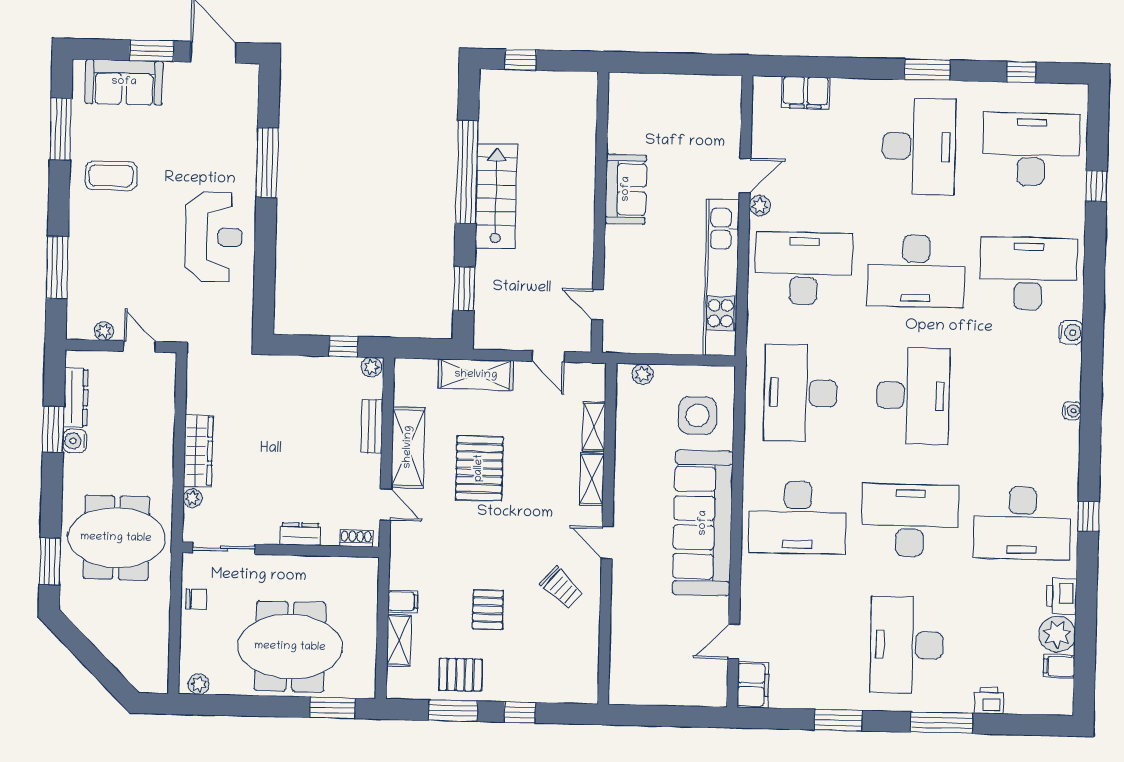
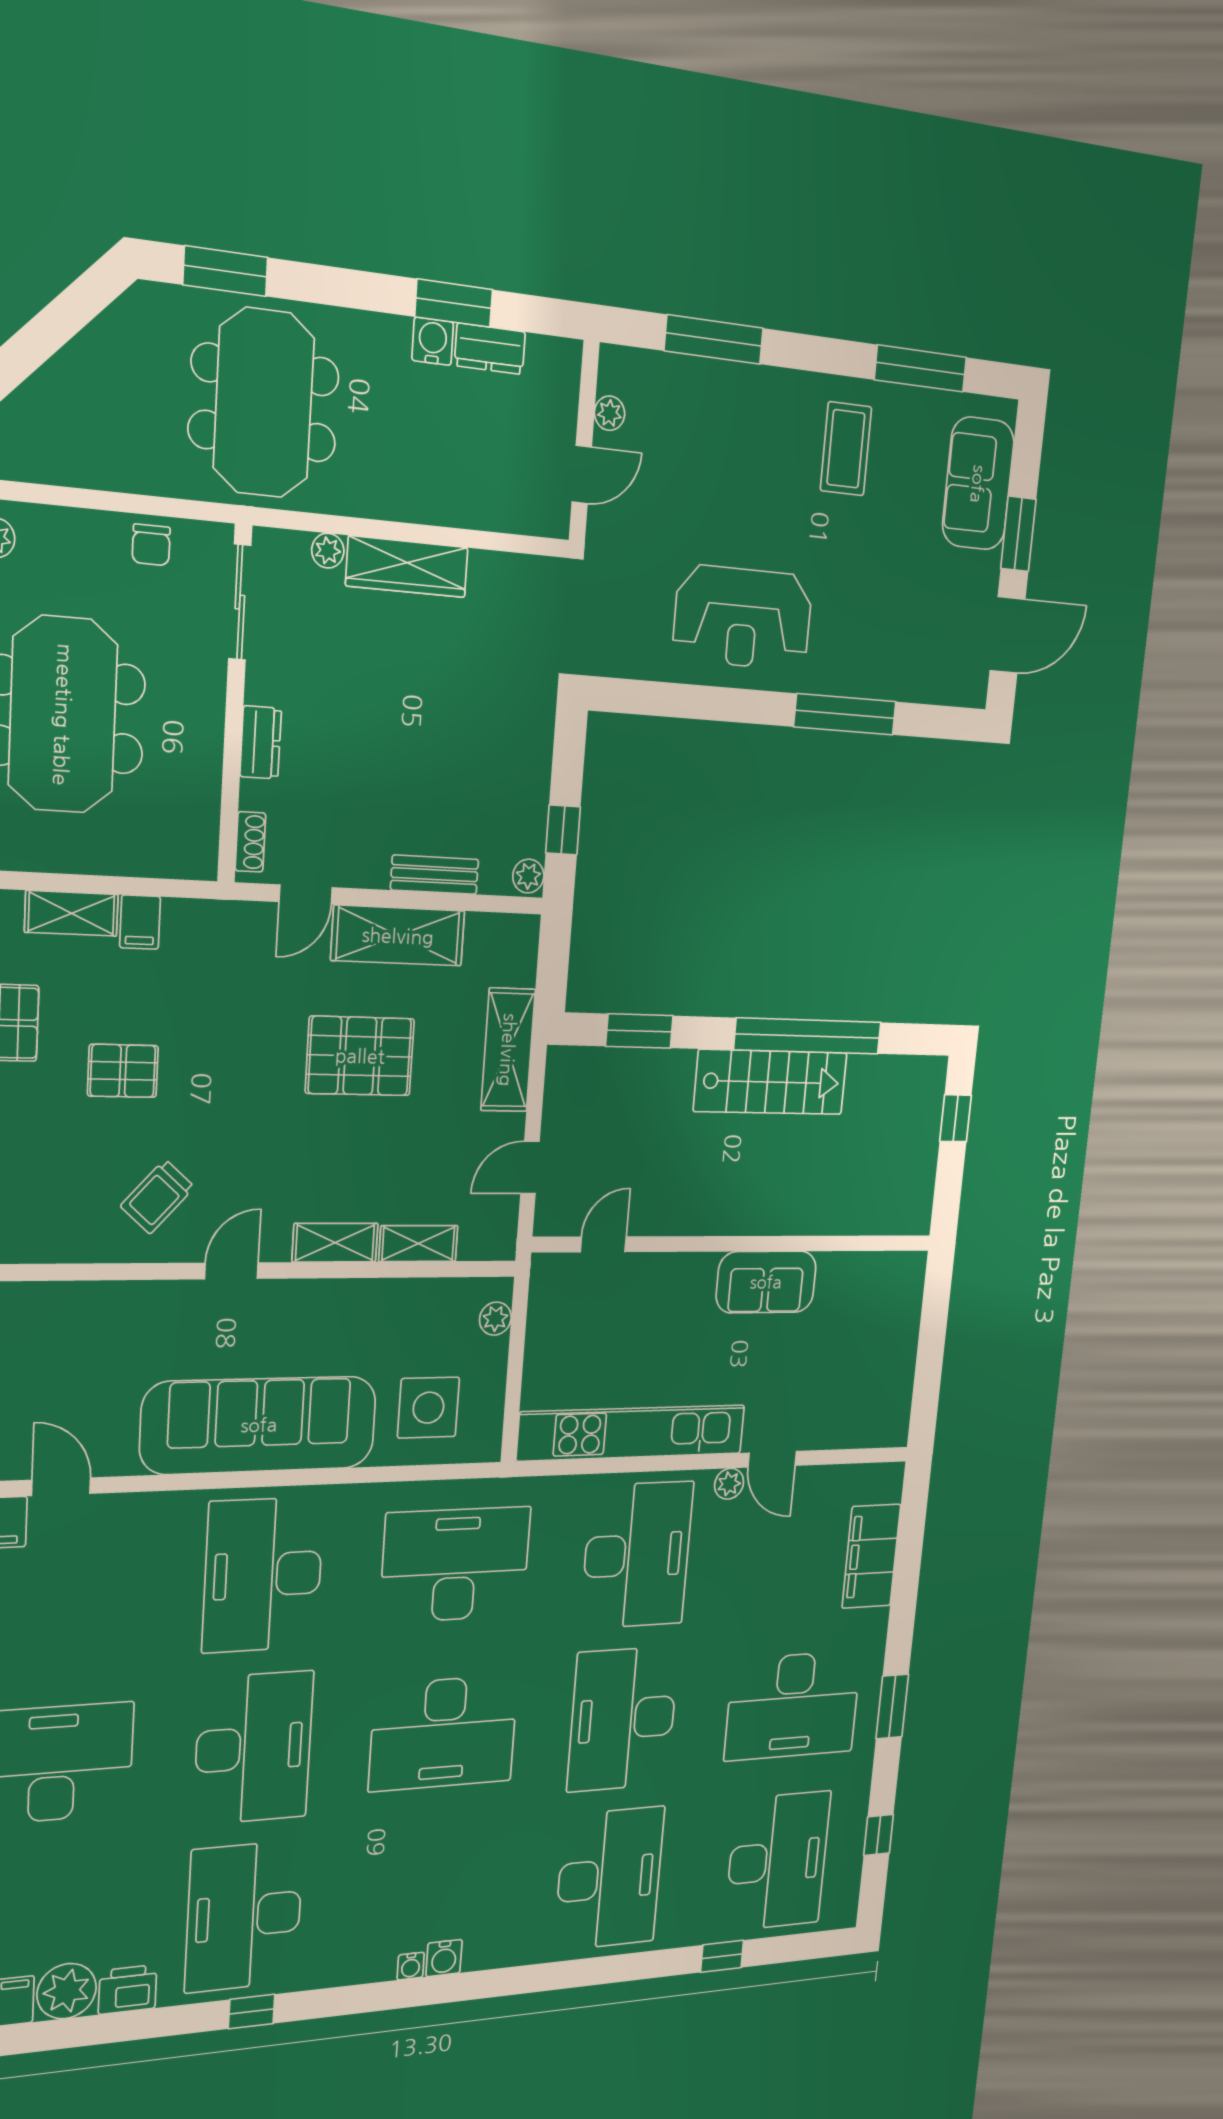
filing cabinet: (806, 93) -> (871, 1556), width x1.50, depth x1.17
water cooler: (1071, 333) -> (444, 1958), moved
dresser: (76, 398) -> (490, 349), width x0.70

